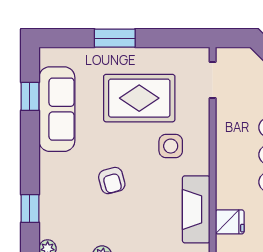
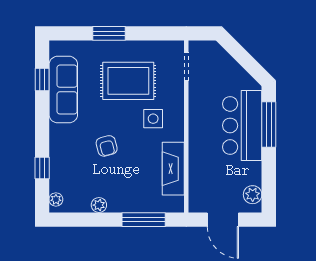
fridge: (230, 222) -> (200, 178), removed

